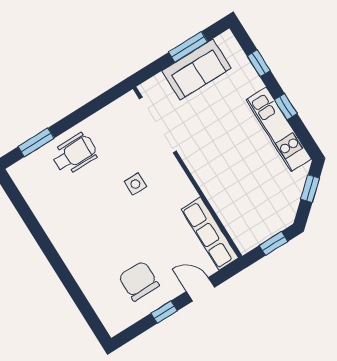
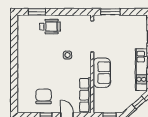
window: (188, 47) -> (110, 12), moved
sofa: (196, 69) -> (102, 73), moved, turned -90

